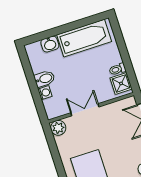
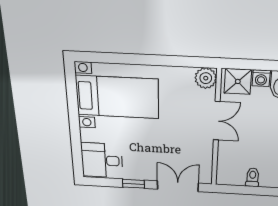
shower: (121, 83) -> (238, 81), moved

